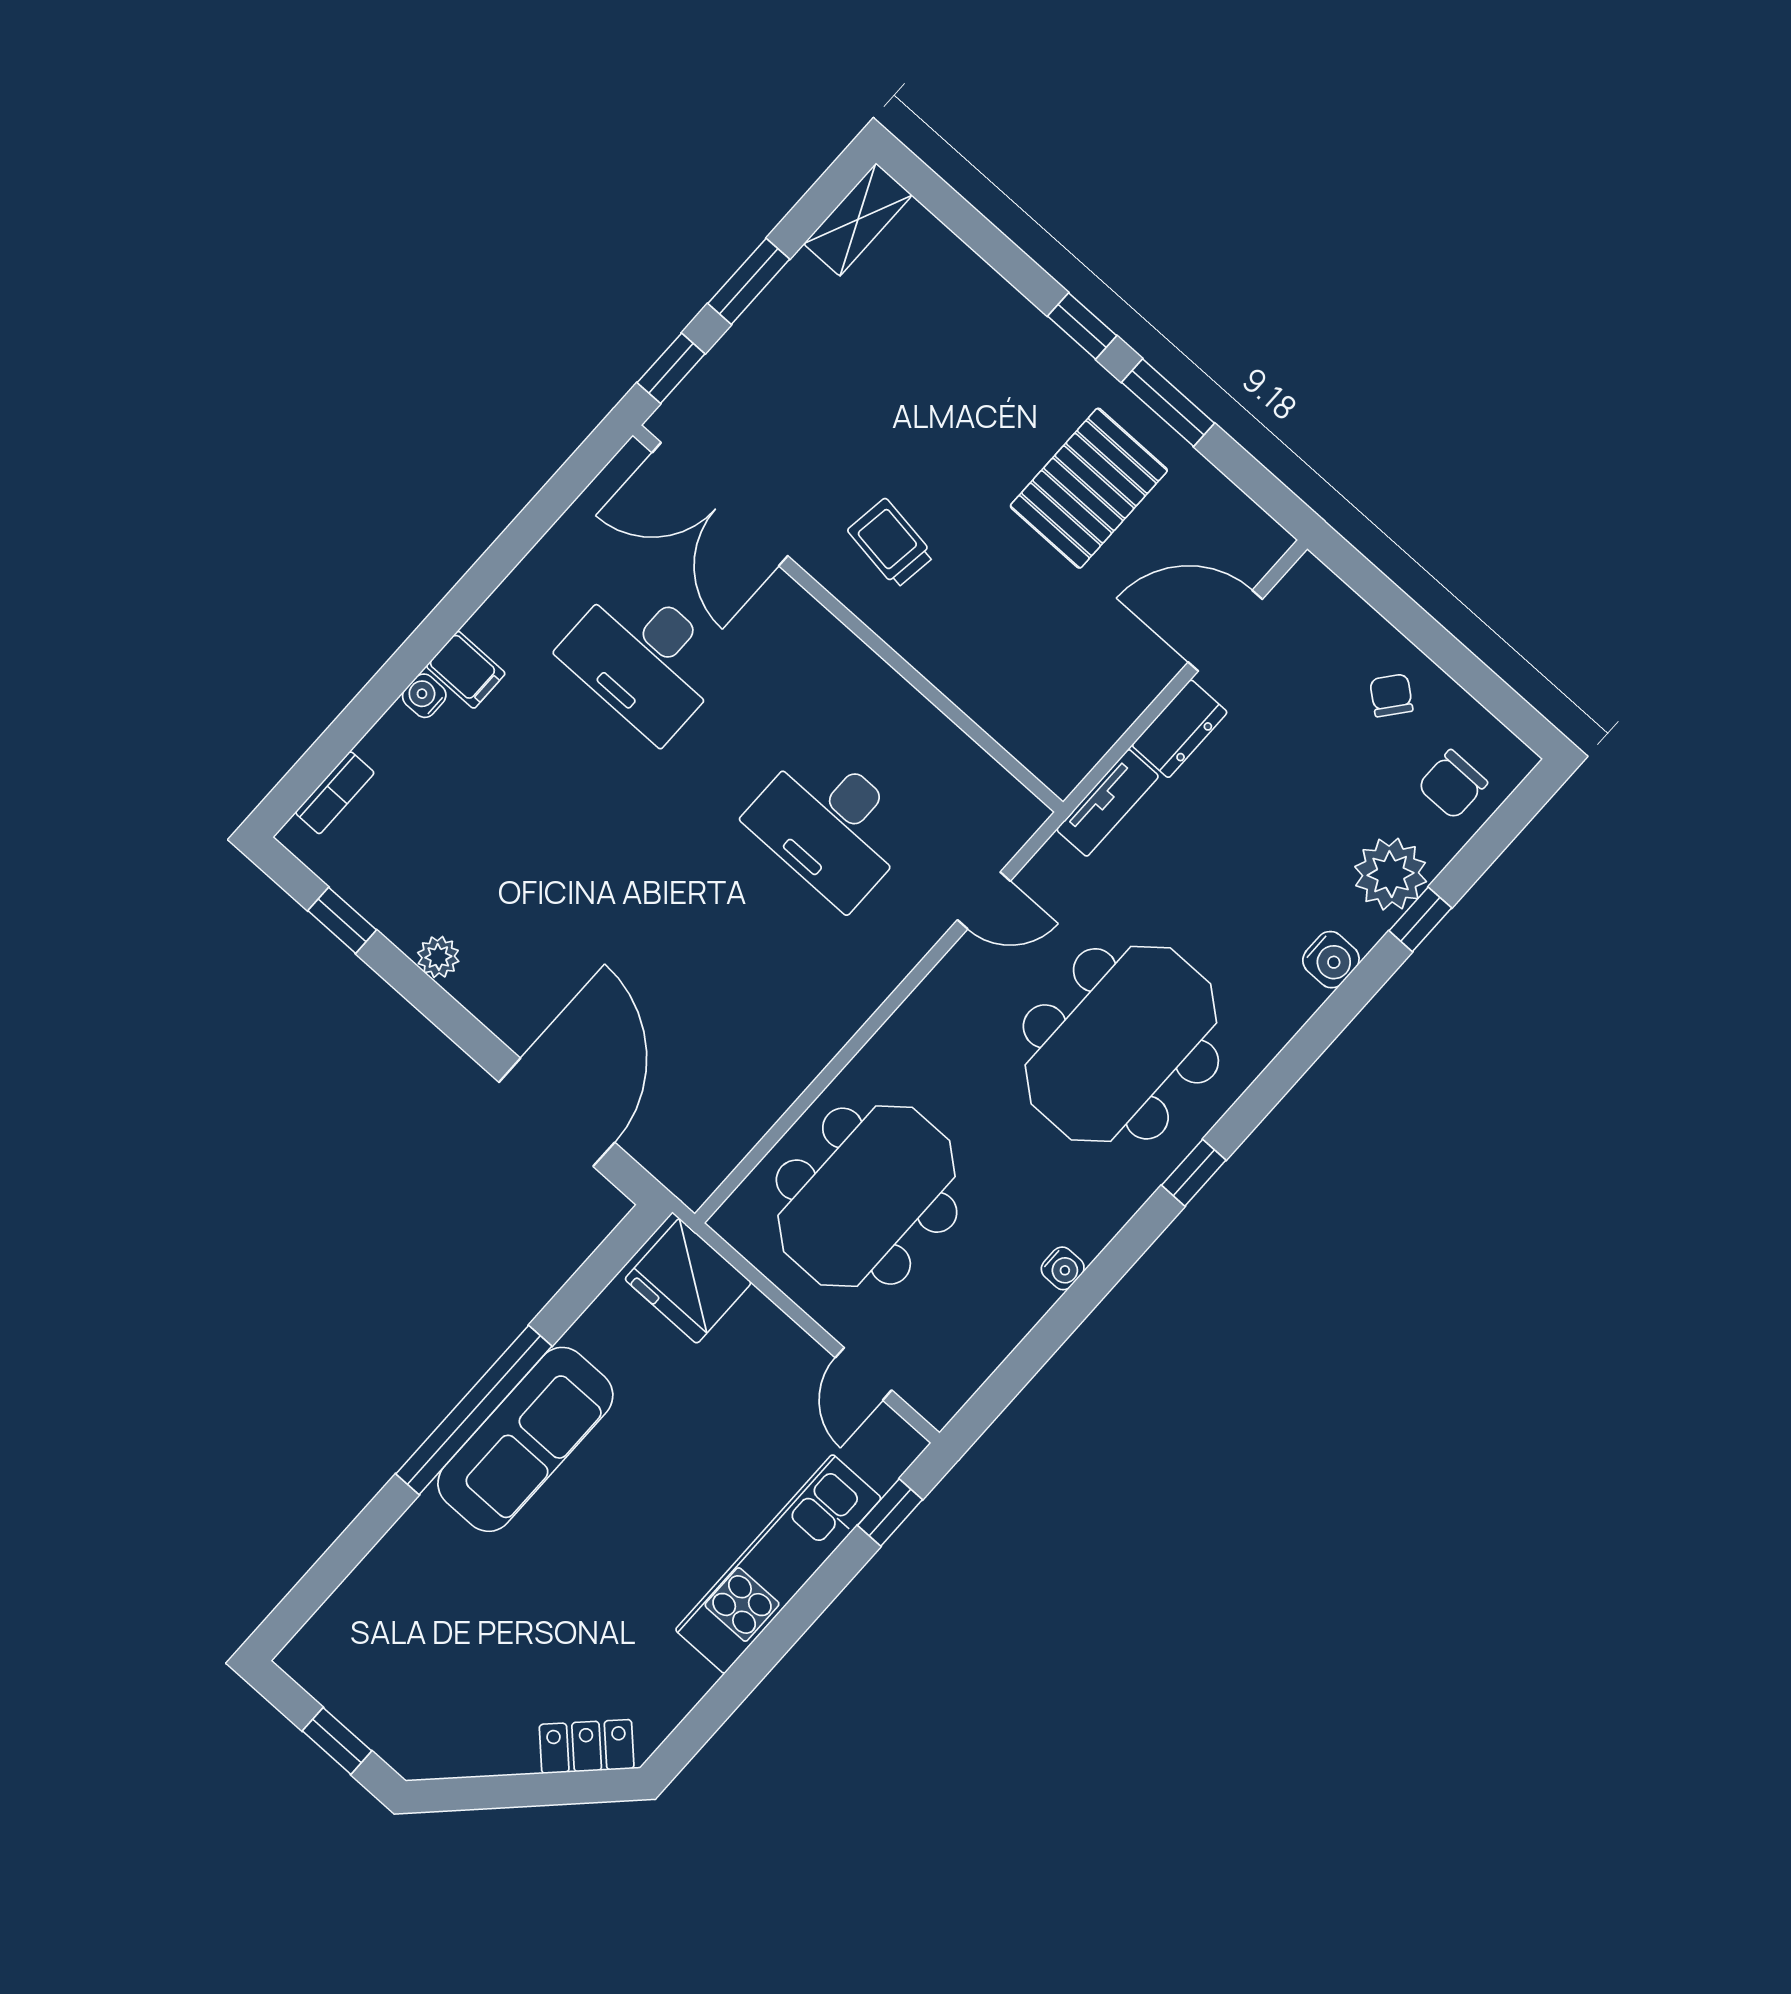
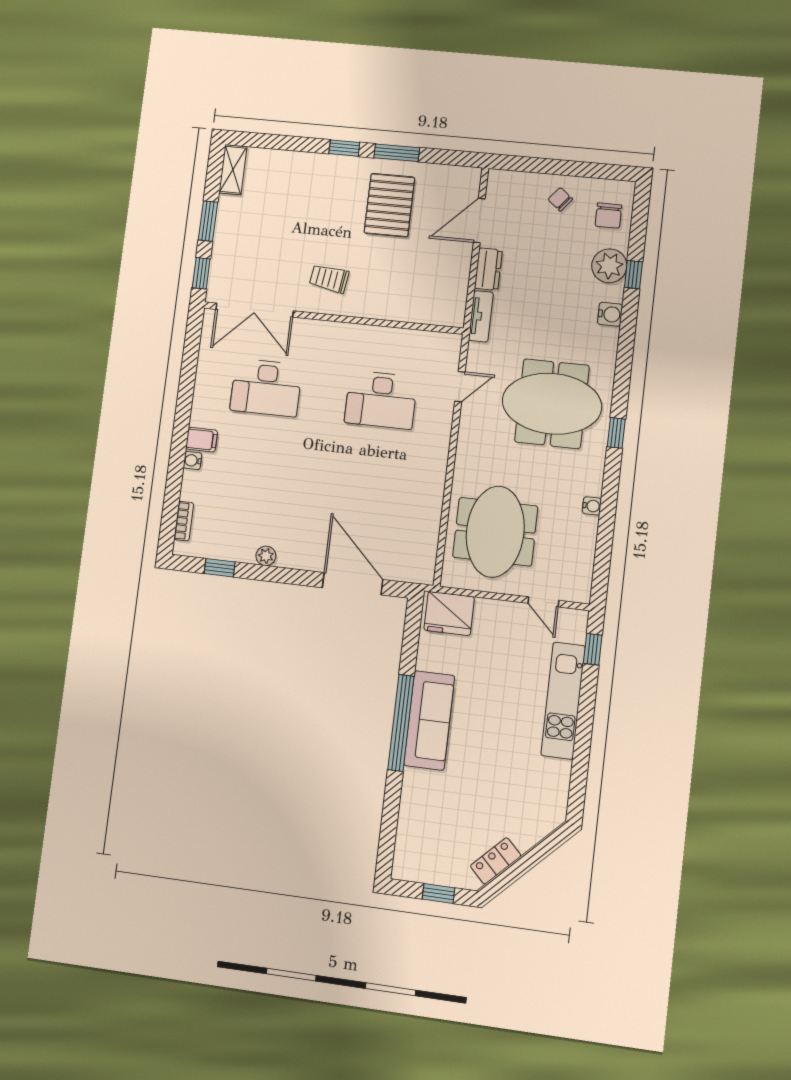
meeting table: (1121, 1044) -> (552, 404), turned 90
locker: (587, 1746) -> (496, 861), moved

